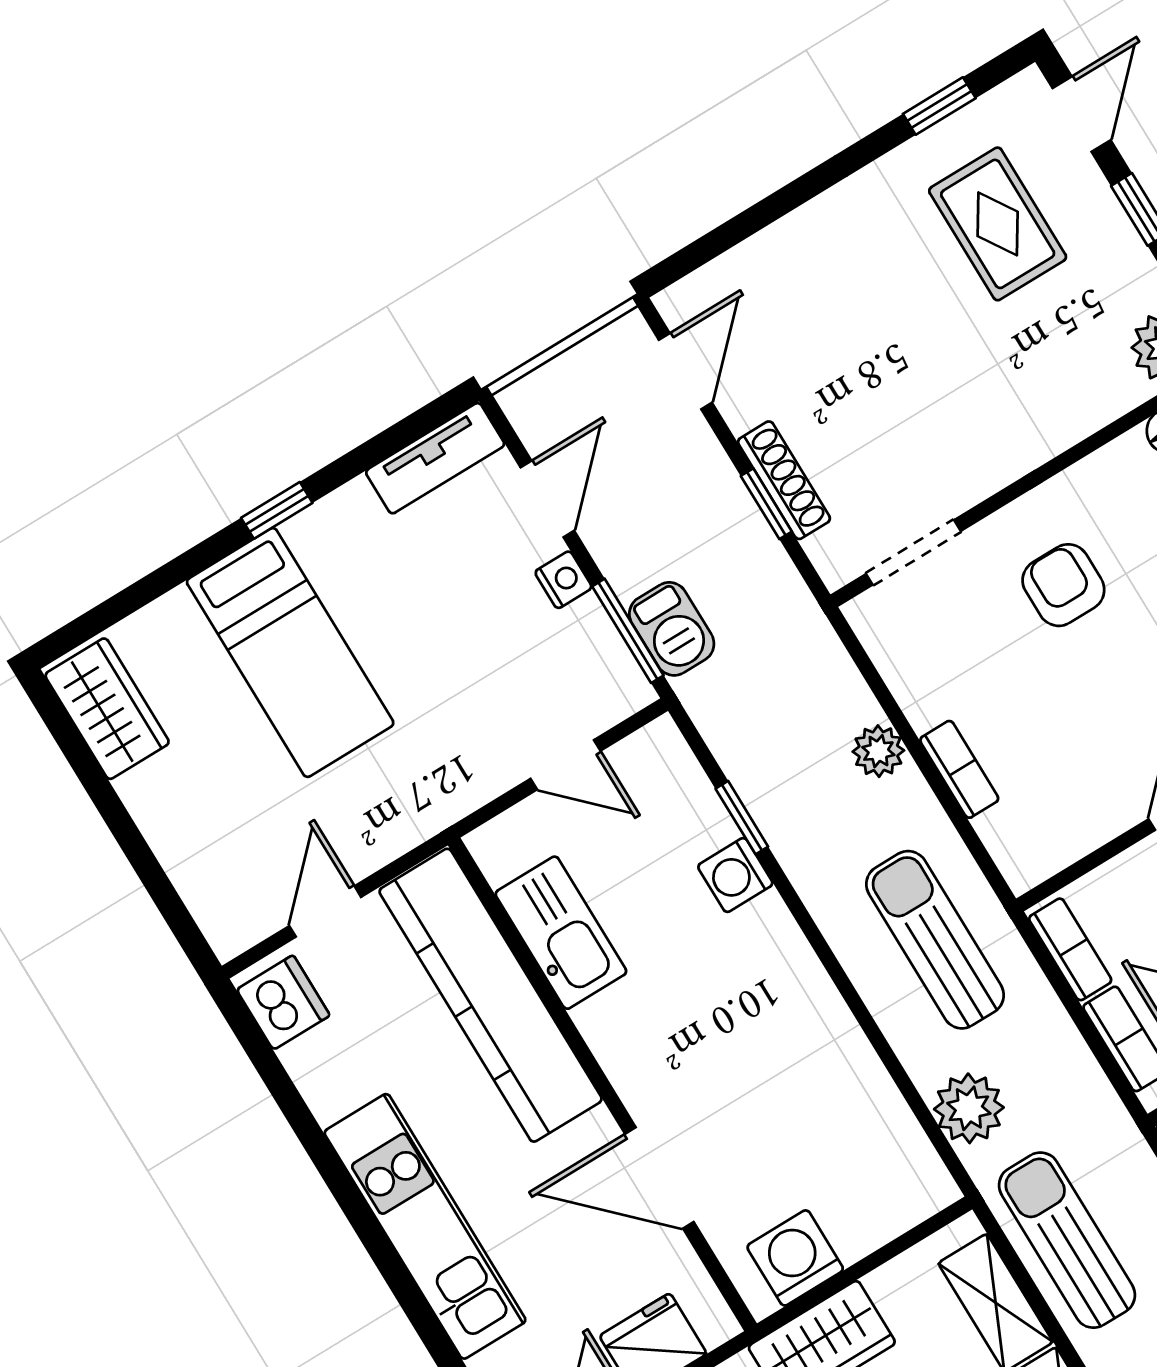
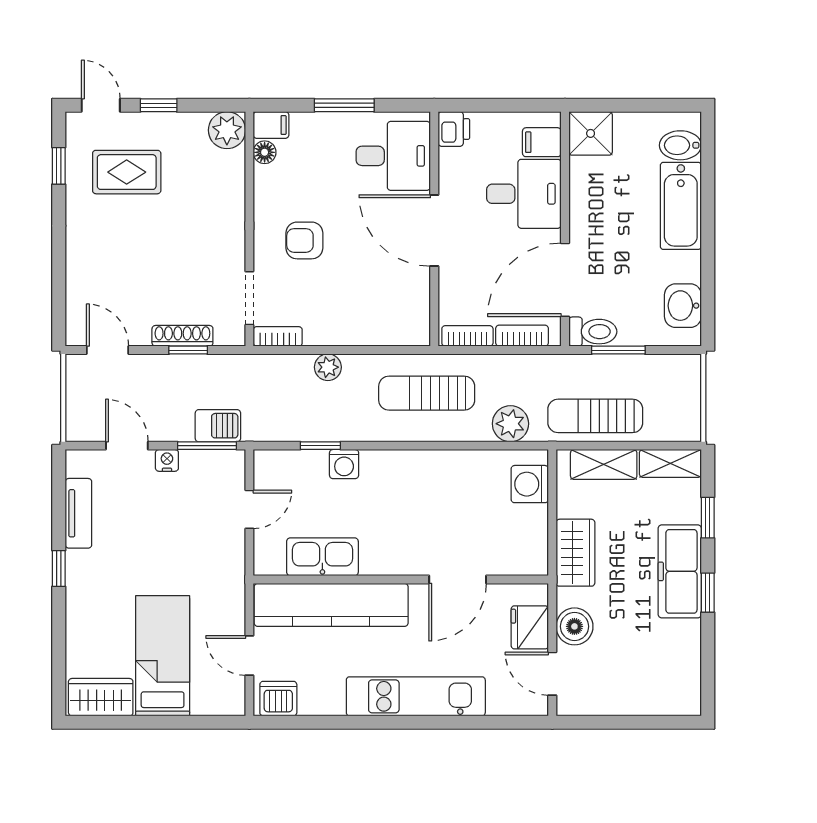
tv unit: (435, 458) -> (78, 513), moved
bed: (290, 653) -> (163, 656), moved, turned -90
bookcase: (959, 769) -> (278, 336), moved
washing machine: (795, 1258) -> (530, 484), moved

